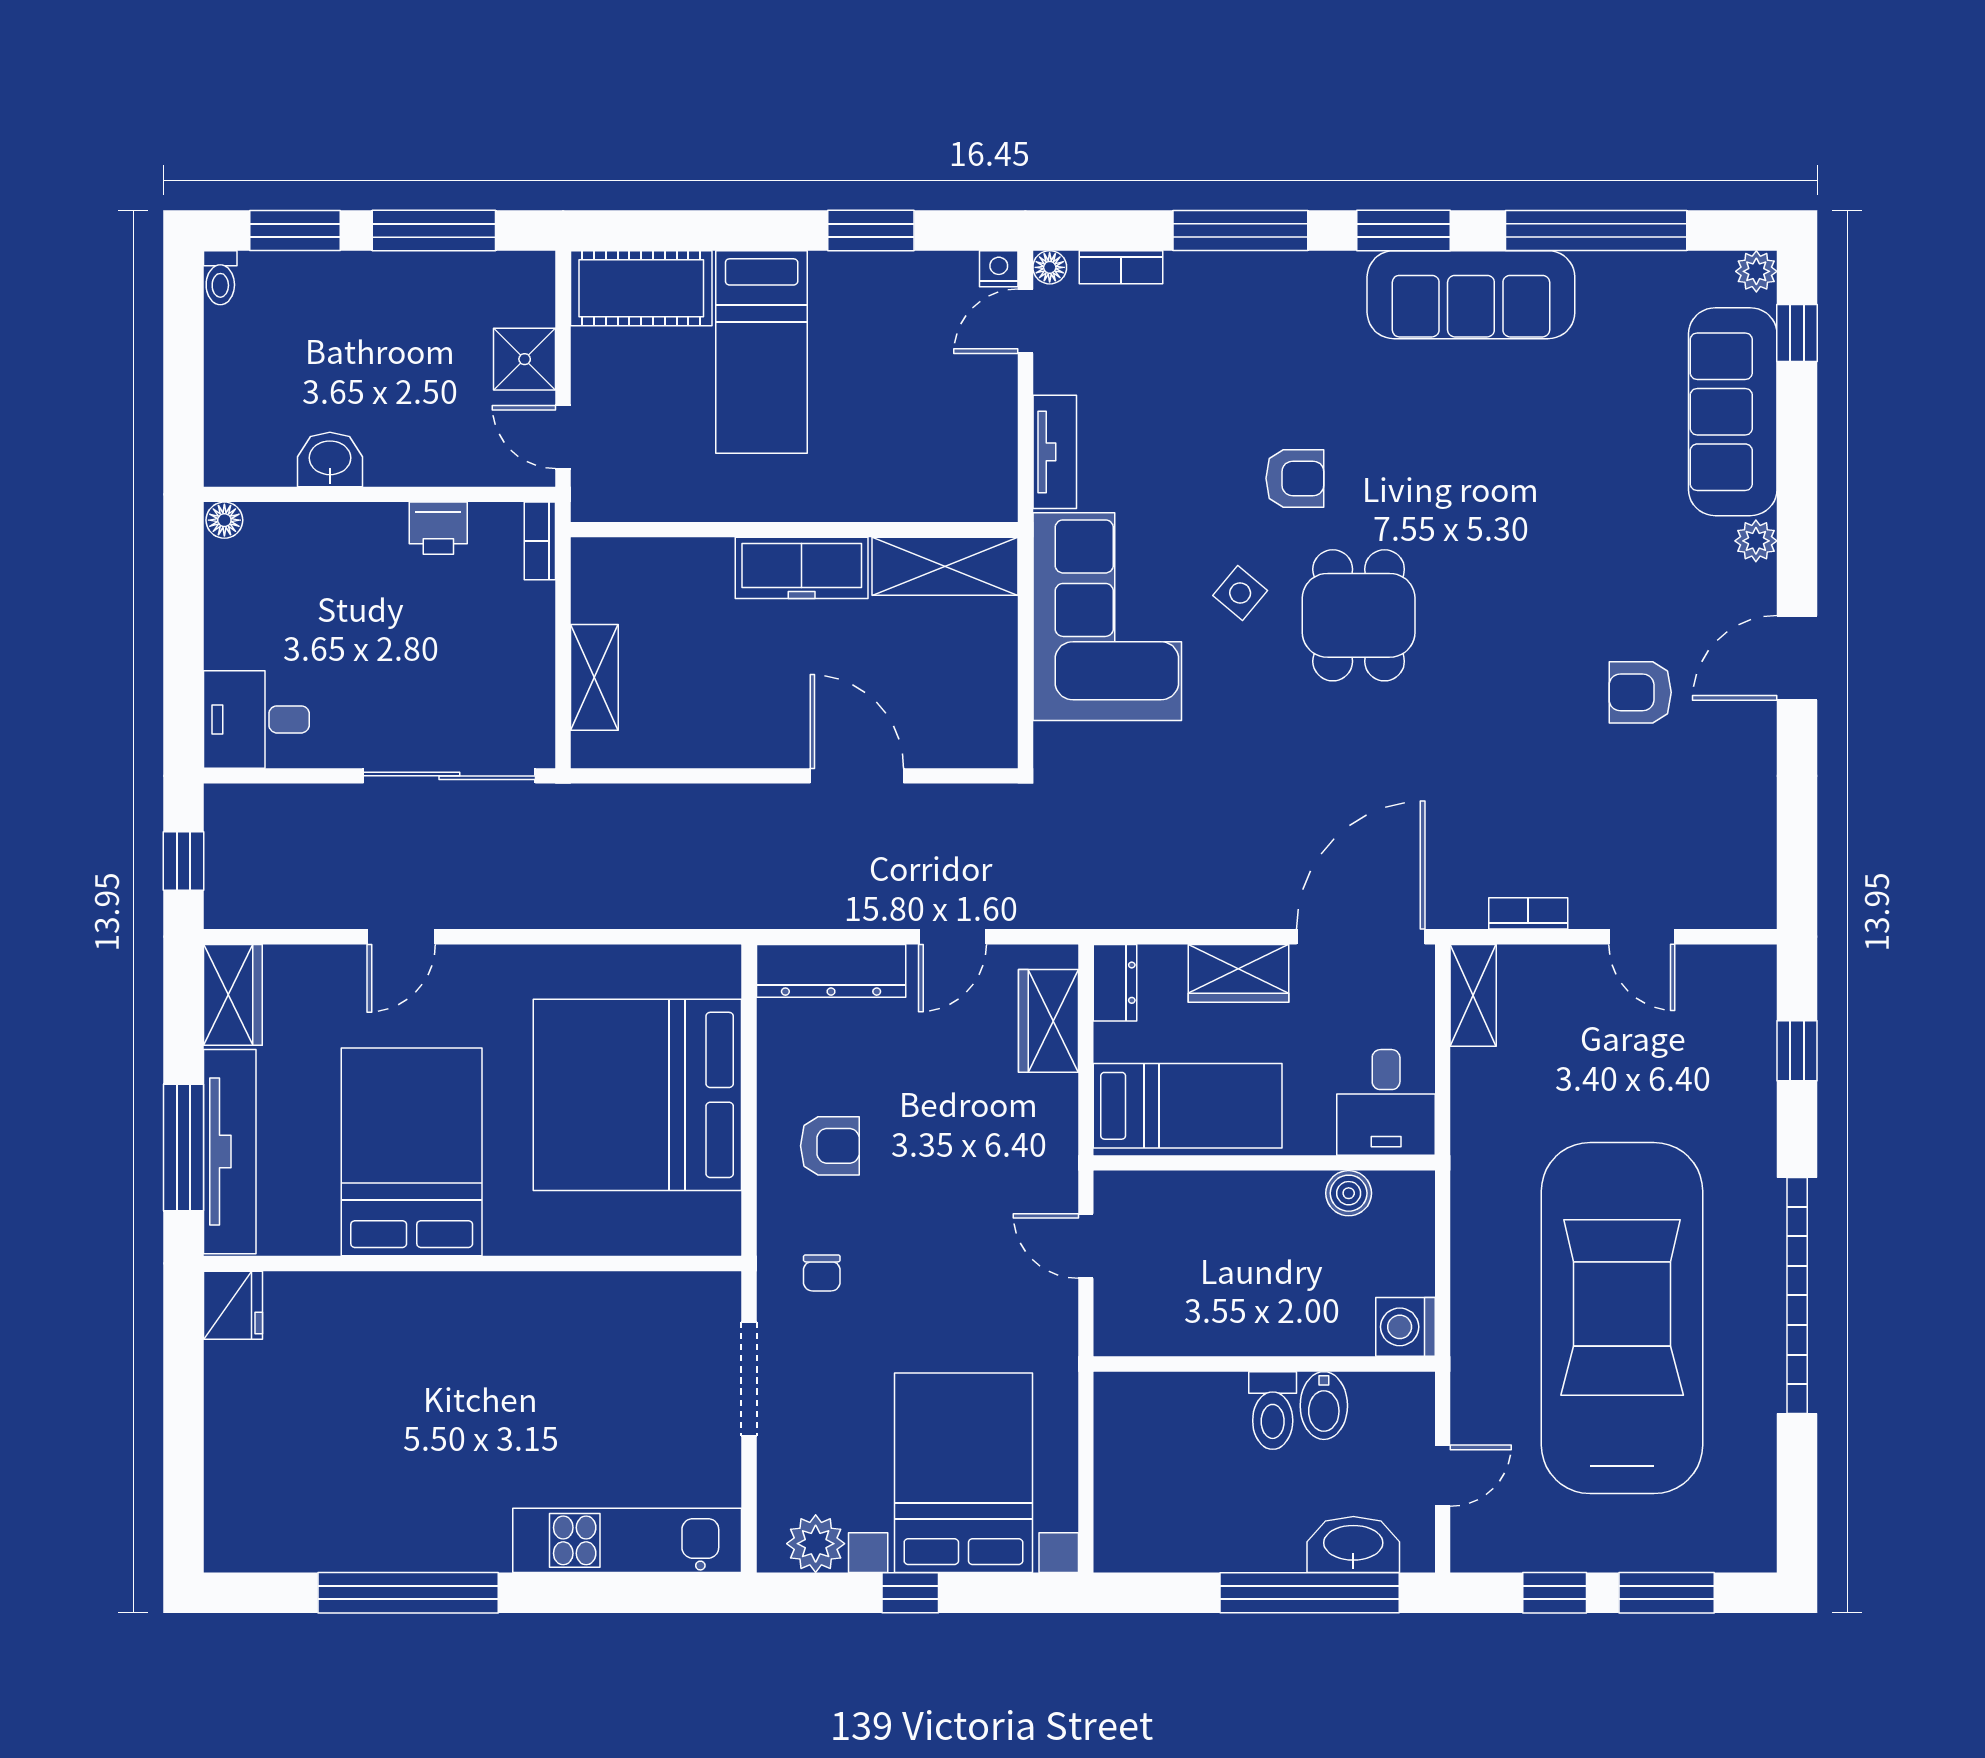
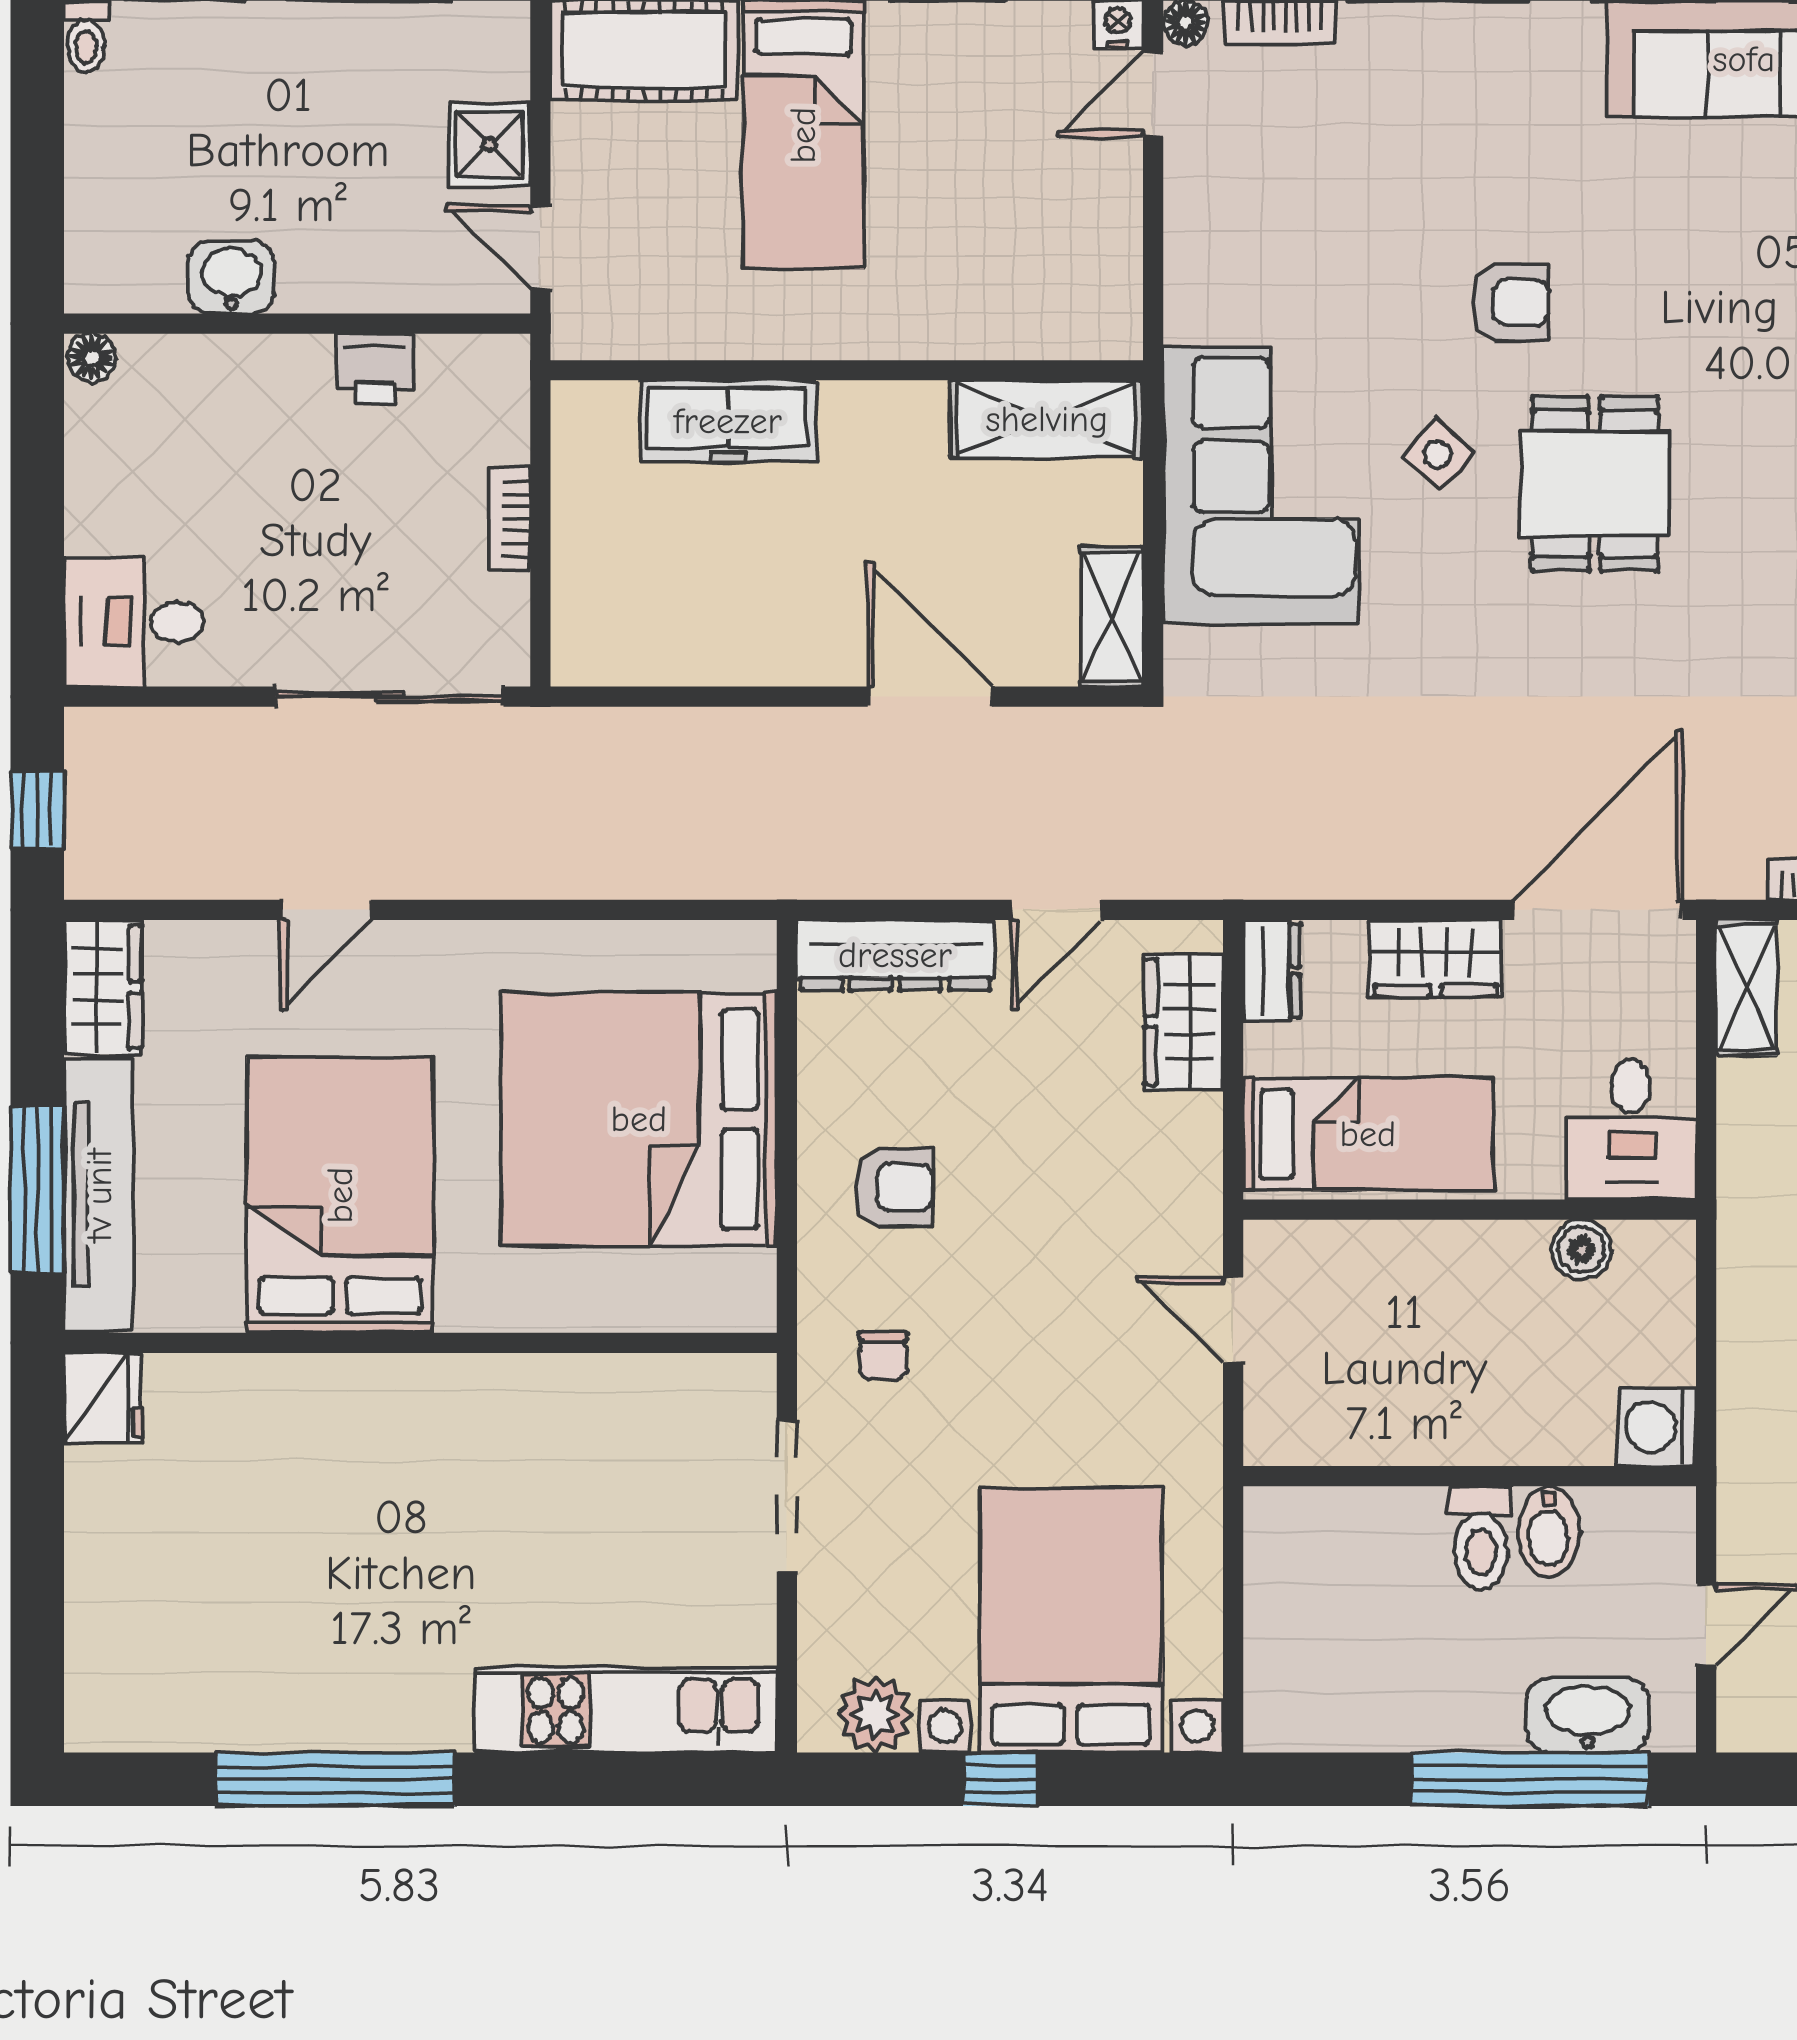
tv unit: (1055, 452) -> (1192, 267), removed
bookcase: (540, 541) -> (510, 519), moved
freezer: (802, 568) -> (728, 421), moved
shelving: (594, 677) -> (1112, 617), moved

